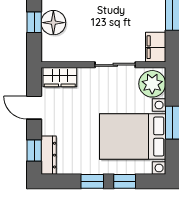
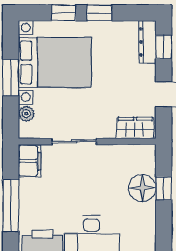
plant: (152, 84) -> (26, 114), width x0.53, depth x0.53

